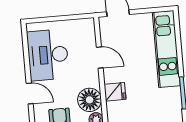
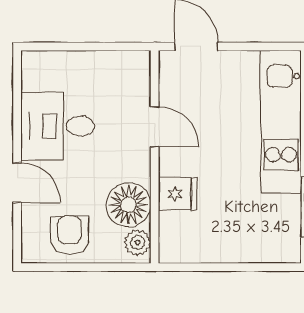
desk: (48, 55) -> (58, 126), width x0.73

